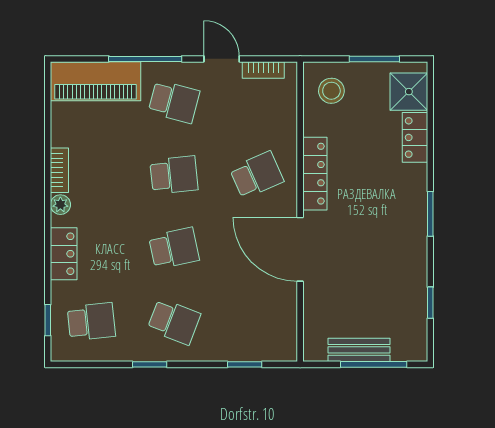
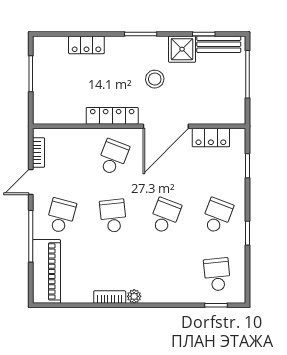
stool: (331, 91) -> (155, 79), moved
shower: (409, 92) -> (182, 49), moved
school desk: (257, 175) -> (113, 157), turned 45
school desk: (174, 248) -> (165, 216), turned 33
locker: (64, 254) -> (211, 138), moved, turned 180
bench: (359, 350) -> (219, 44), moved, turned 90

